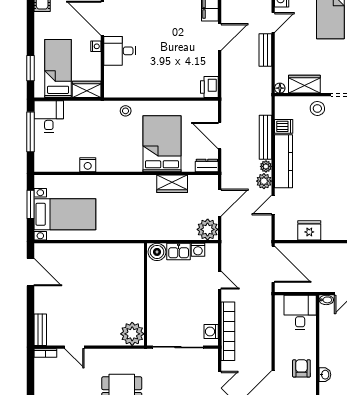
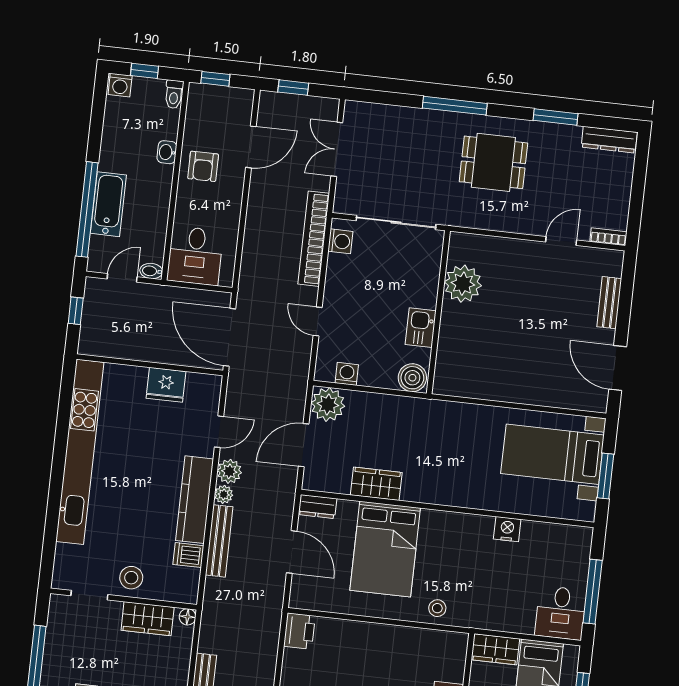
kitchen sink: (179, 252) -> (421, 328), moved, turned -90
bench: (40, 330) -> (609, 303), moved
plant: (132, 334) -> (463, 284), moved
door: (74, 347) -> (561, 241), hinge flipped

